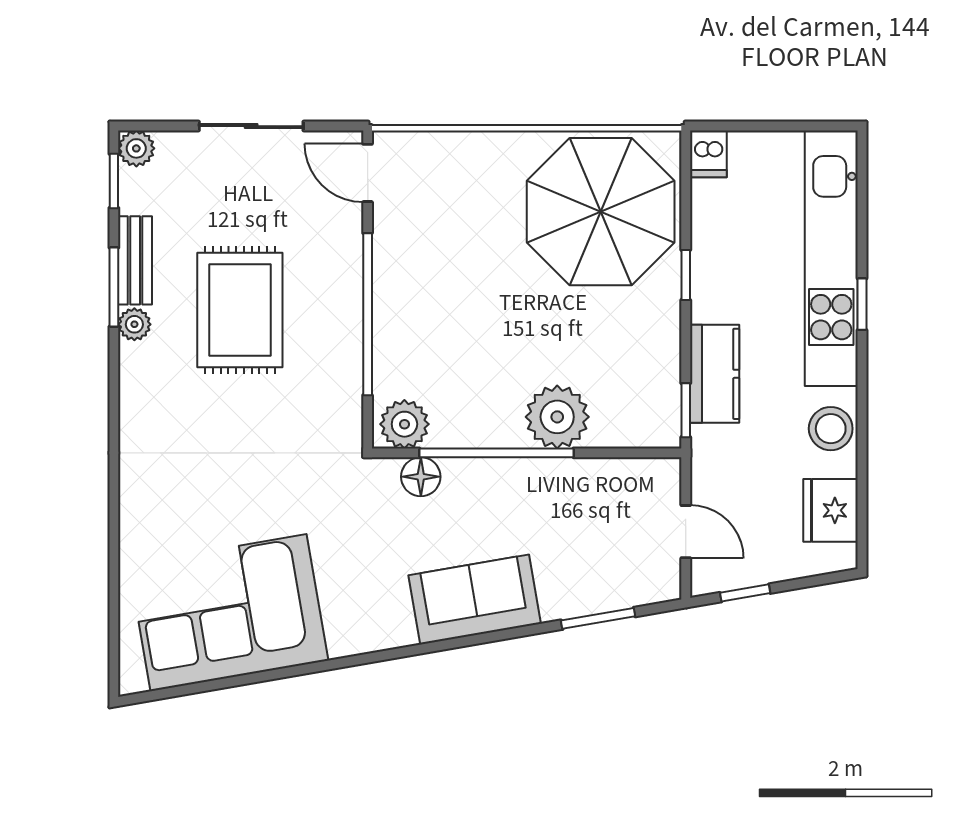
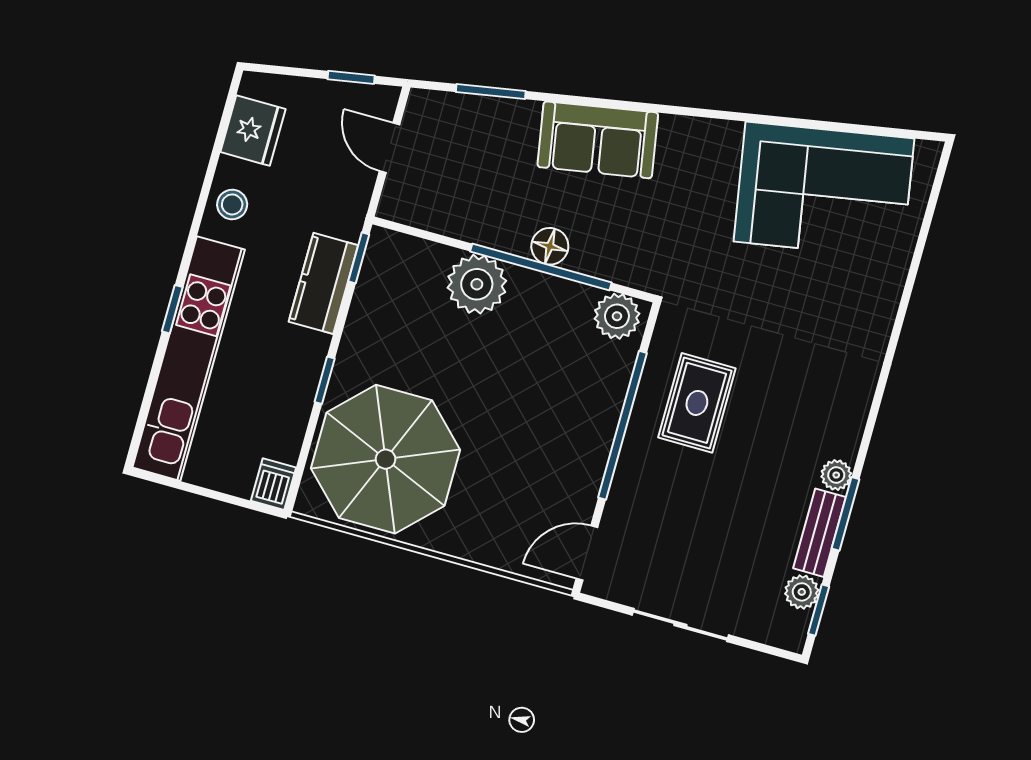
plant: (136, 148) -> (802, 592), moved
door: (368, 173) -> (587, 553), swing flipped
rug: (240, 310) -> (697, 403), moved, width x0.73, depth x0.70
stool: (831, 429) -> (232, 204), width x0.73, depth x0.73
floor lamp: (421, 477) -> (550, 246), moved

